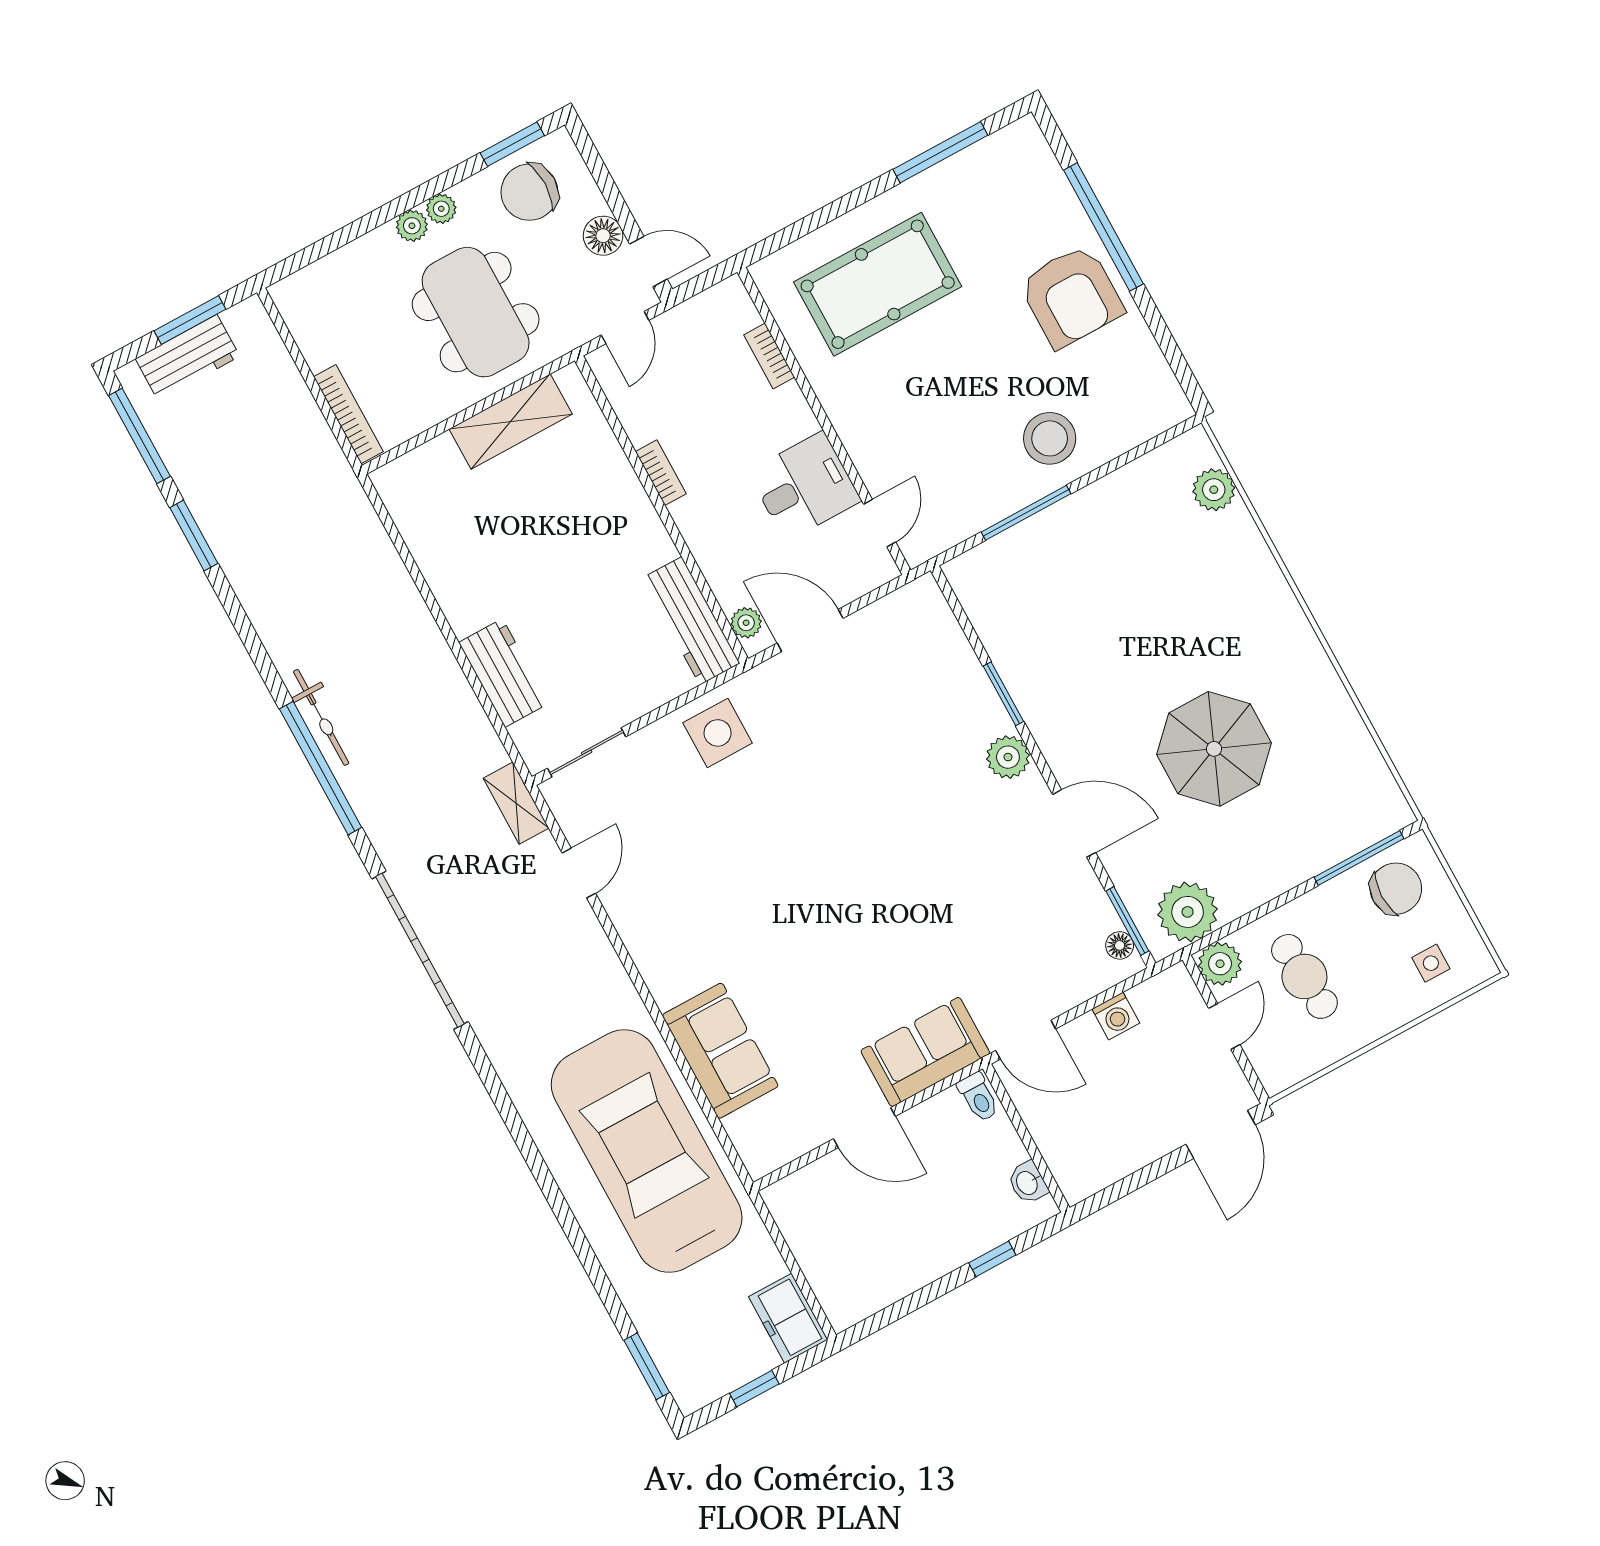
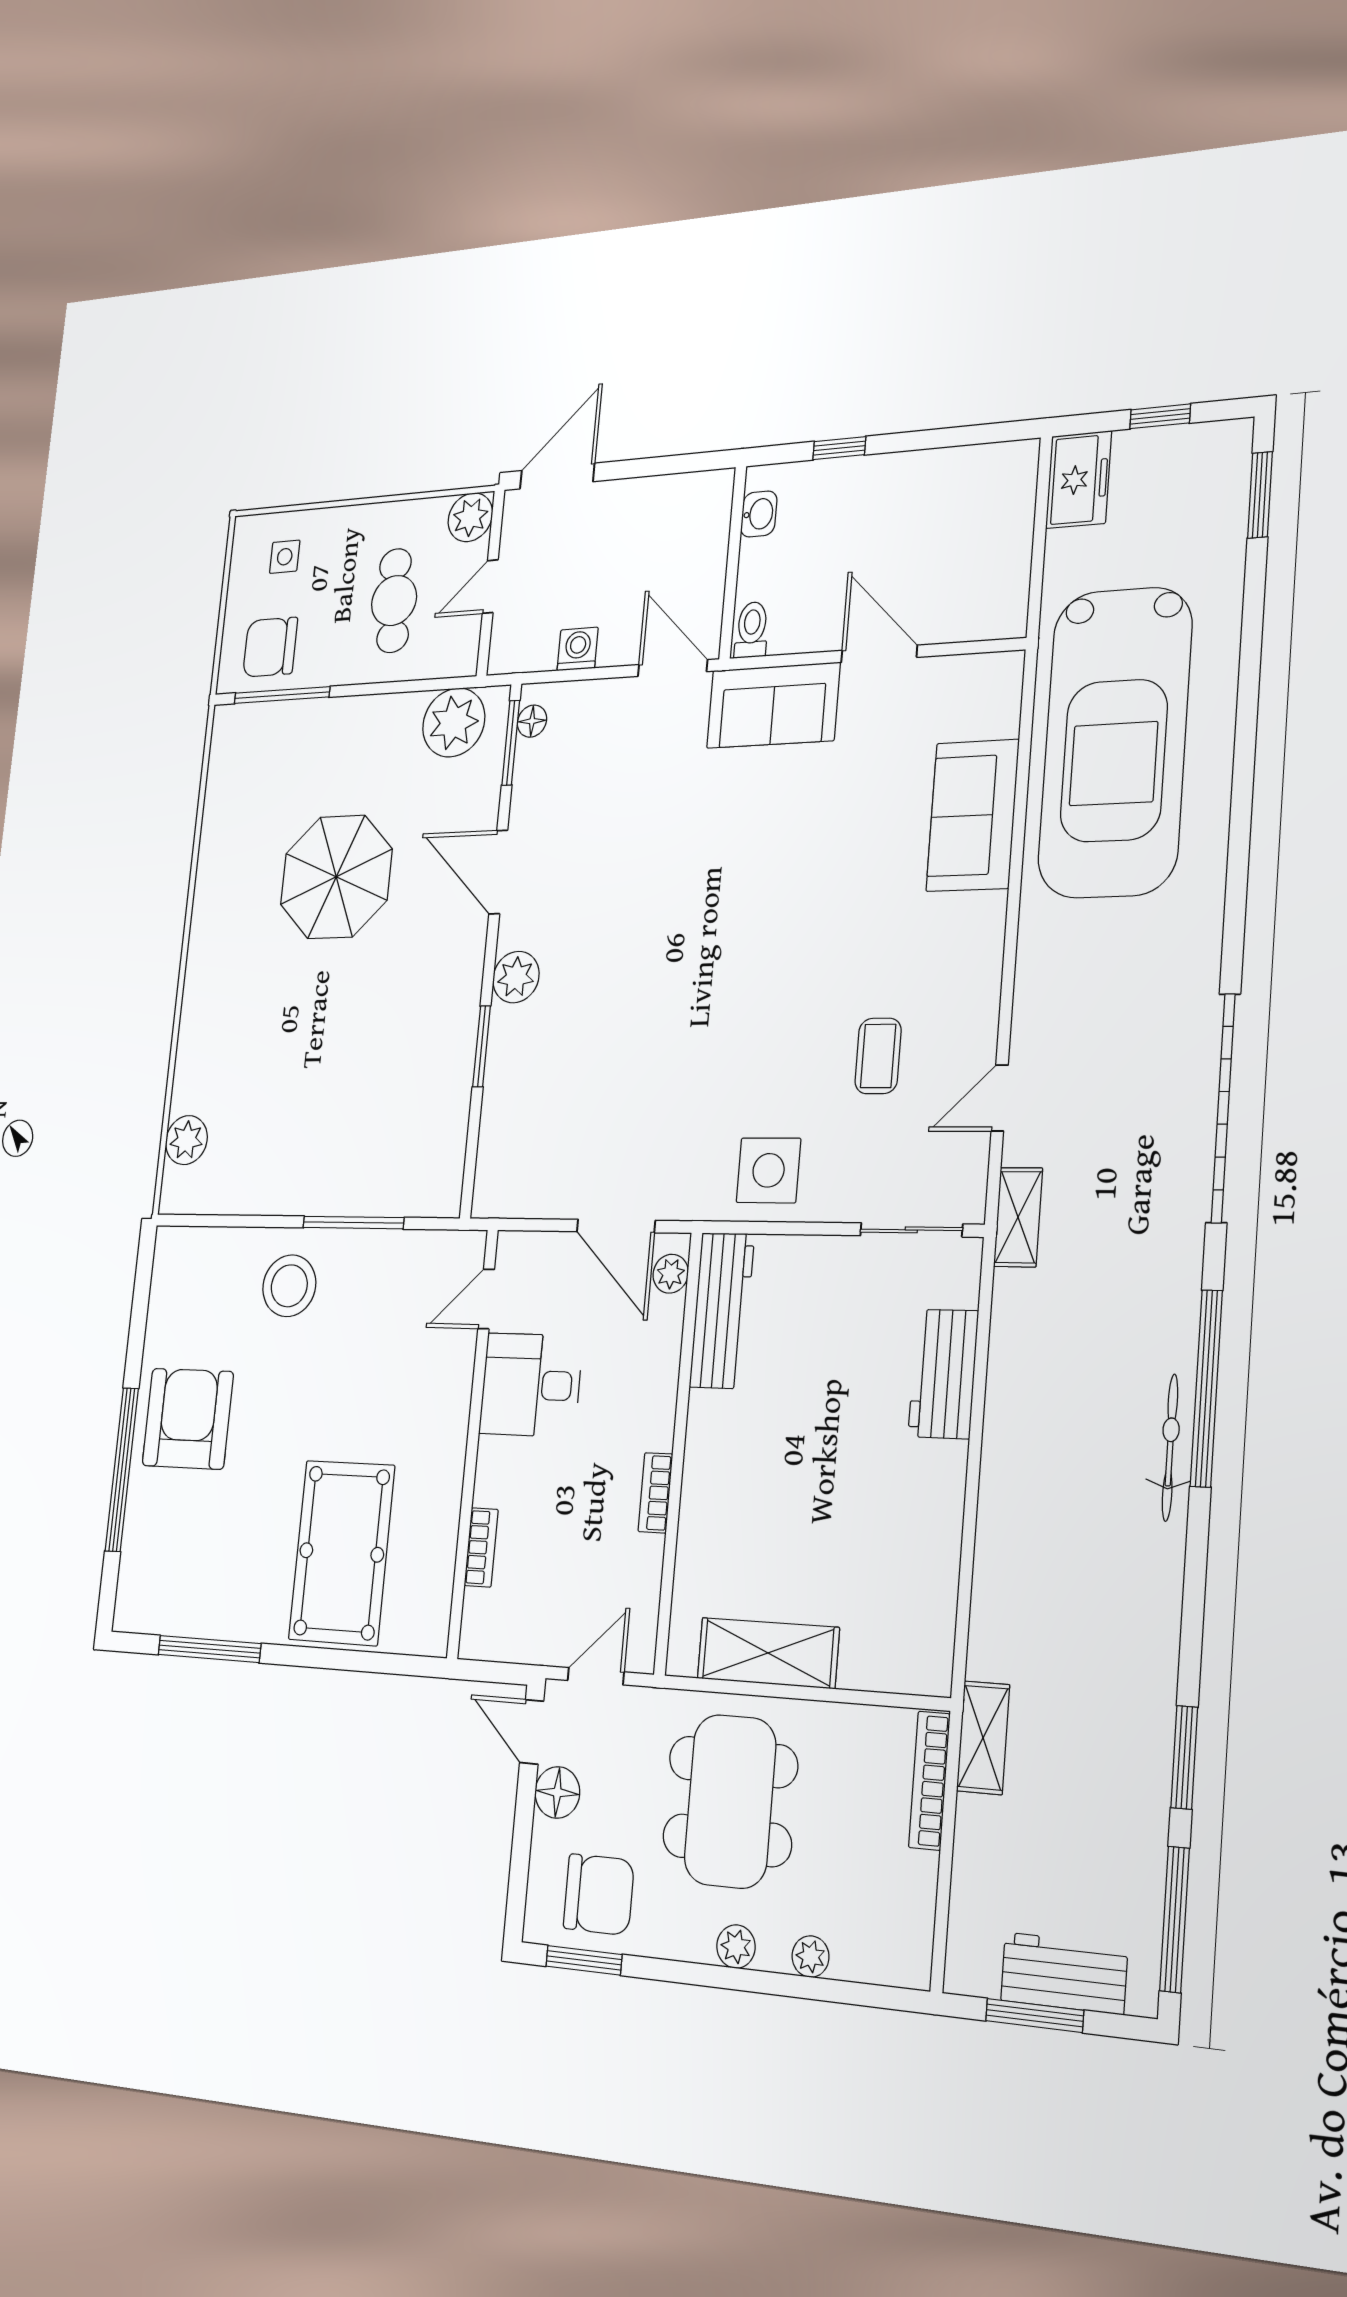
plant: (441, 209) -> (811, 1957), moved
pool table: (878, 284) -> (342, 1553), turned 90
shelving: (330, 463) -> (983, 1738), added
coffee table: (686, 853) -> (878, 1056), added
plant: (1220, 964) -> (470, 517), moved

